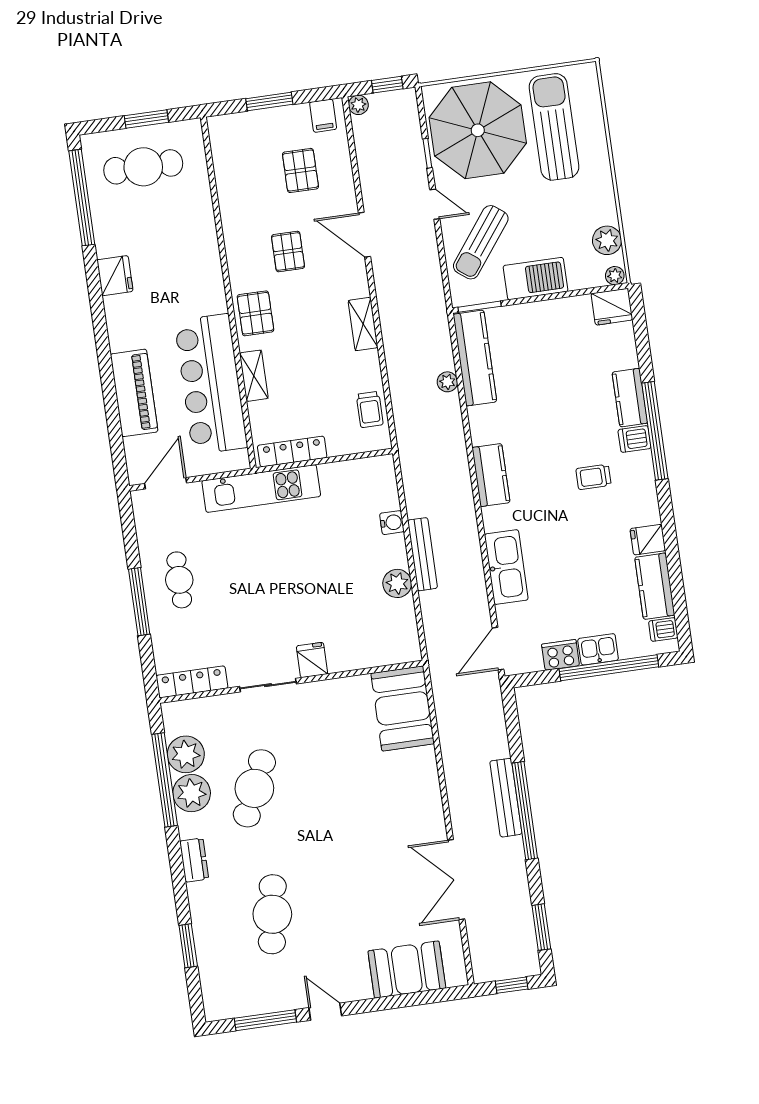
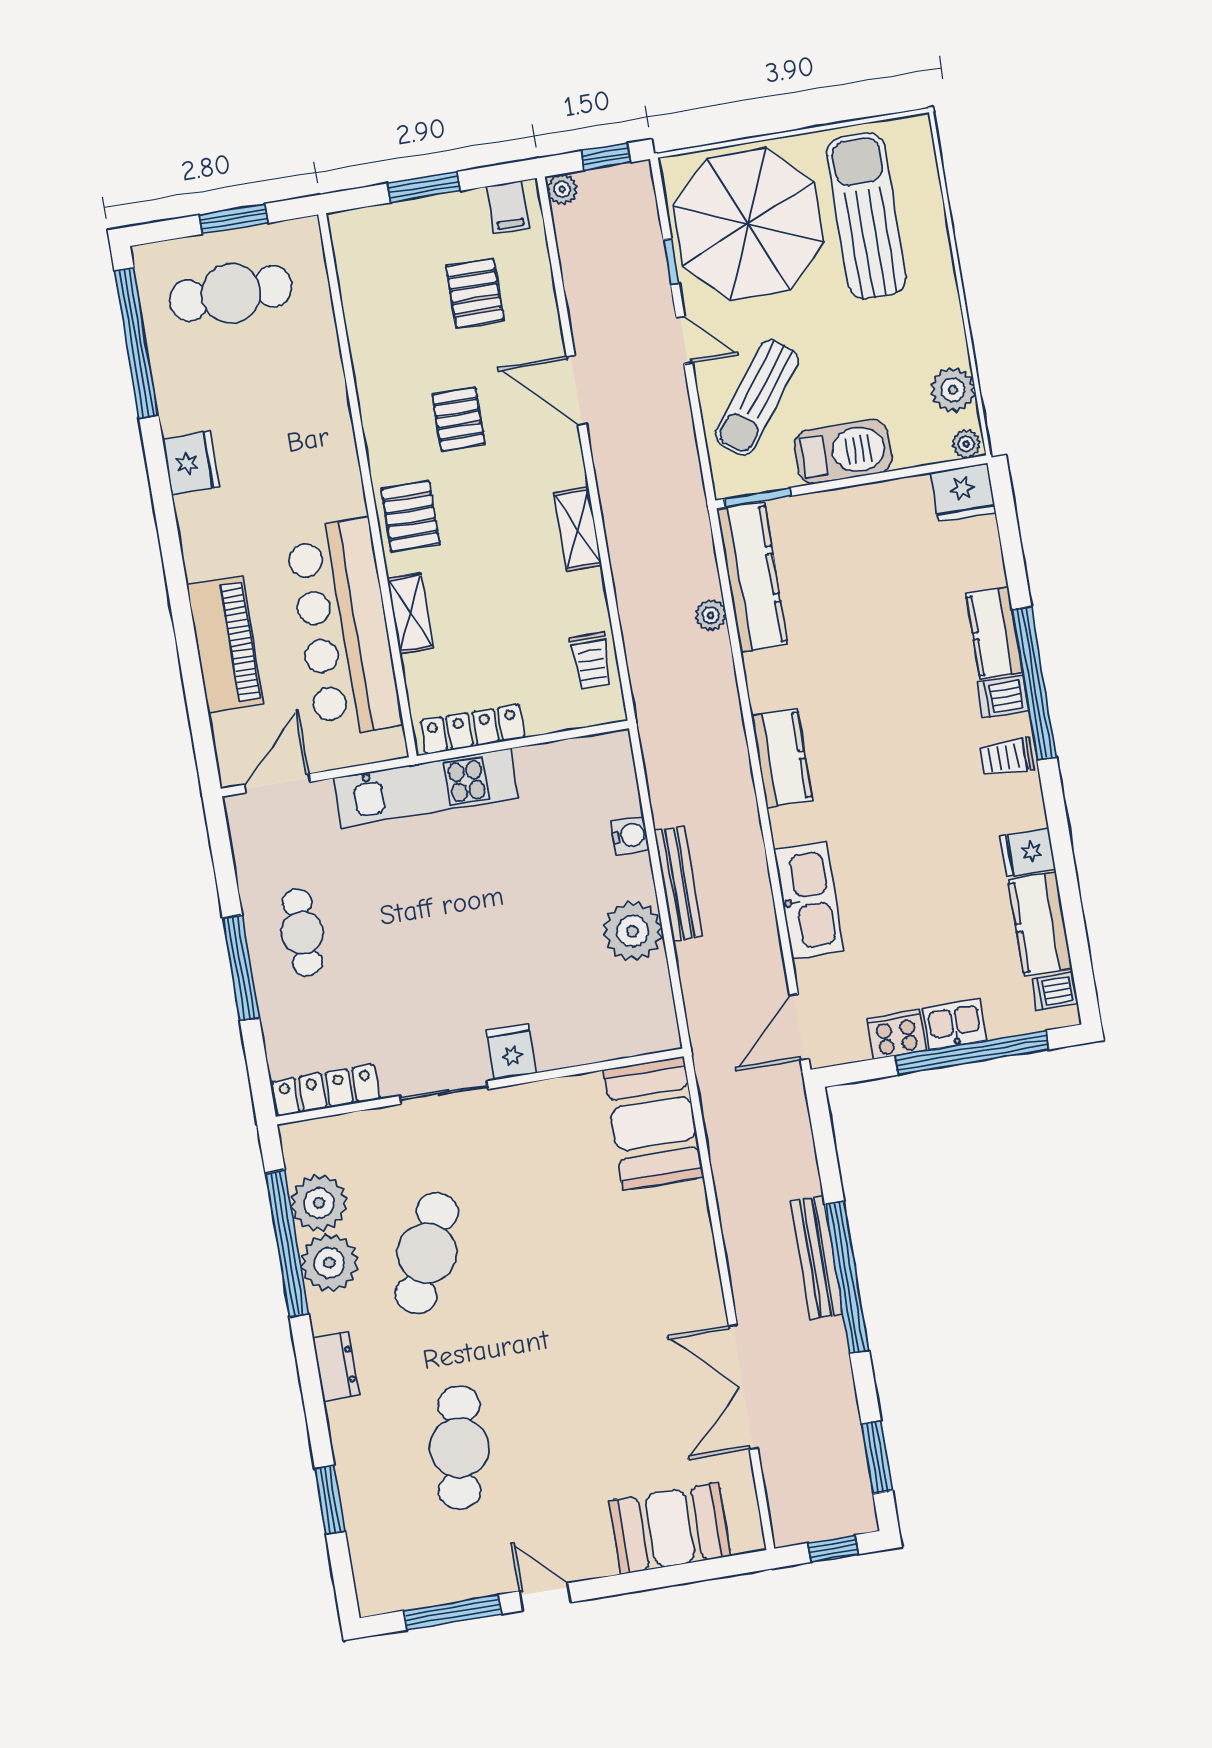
trolley: (593, 477) -> (1007, 757), moved
plant: (397, 583) -> (633, 931), width x1.36, depth x1.36

